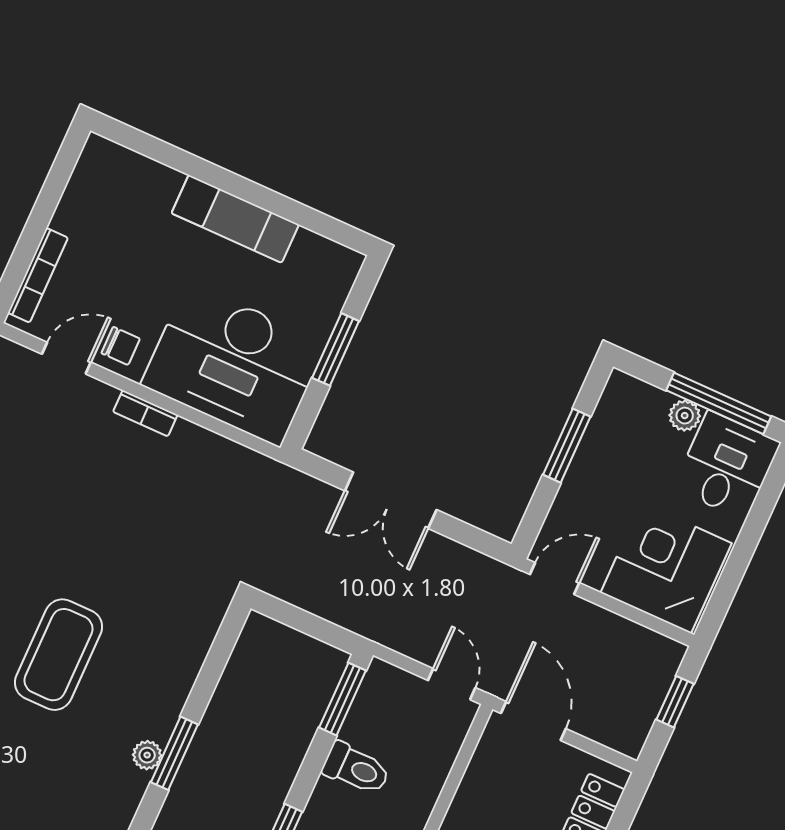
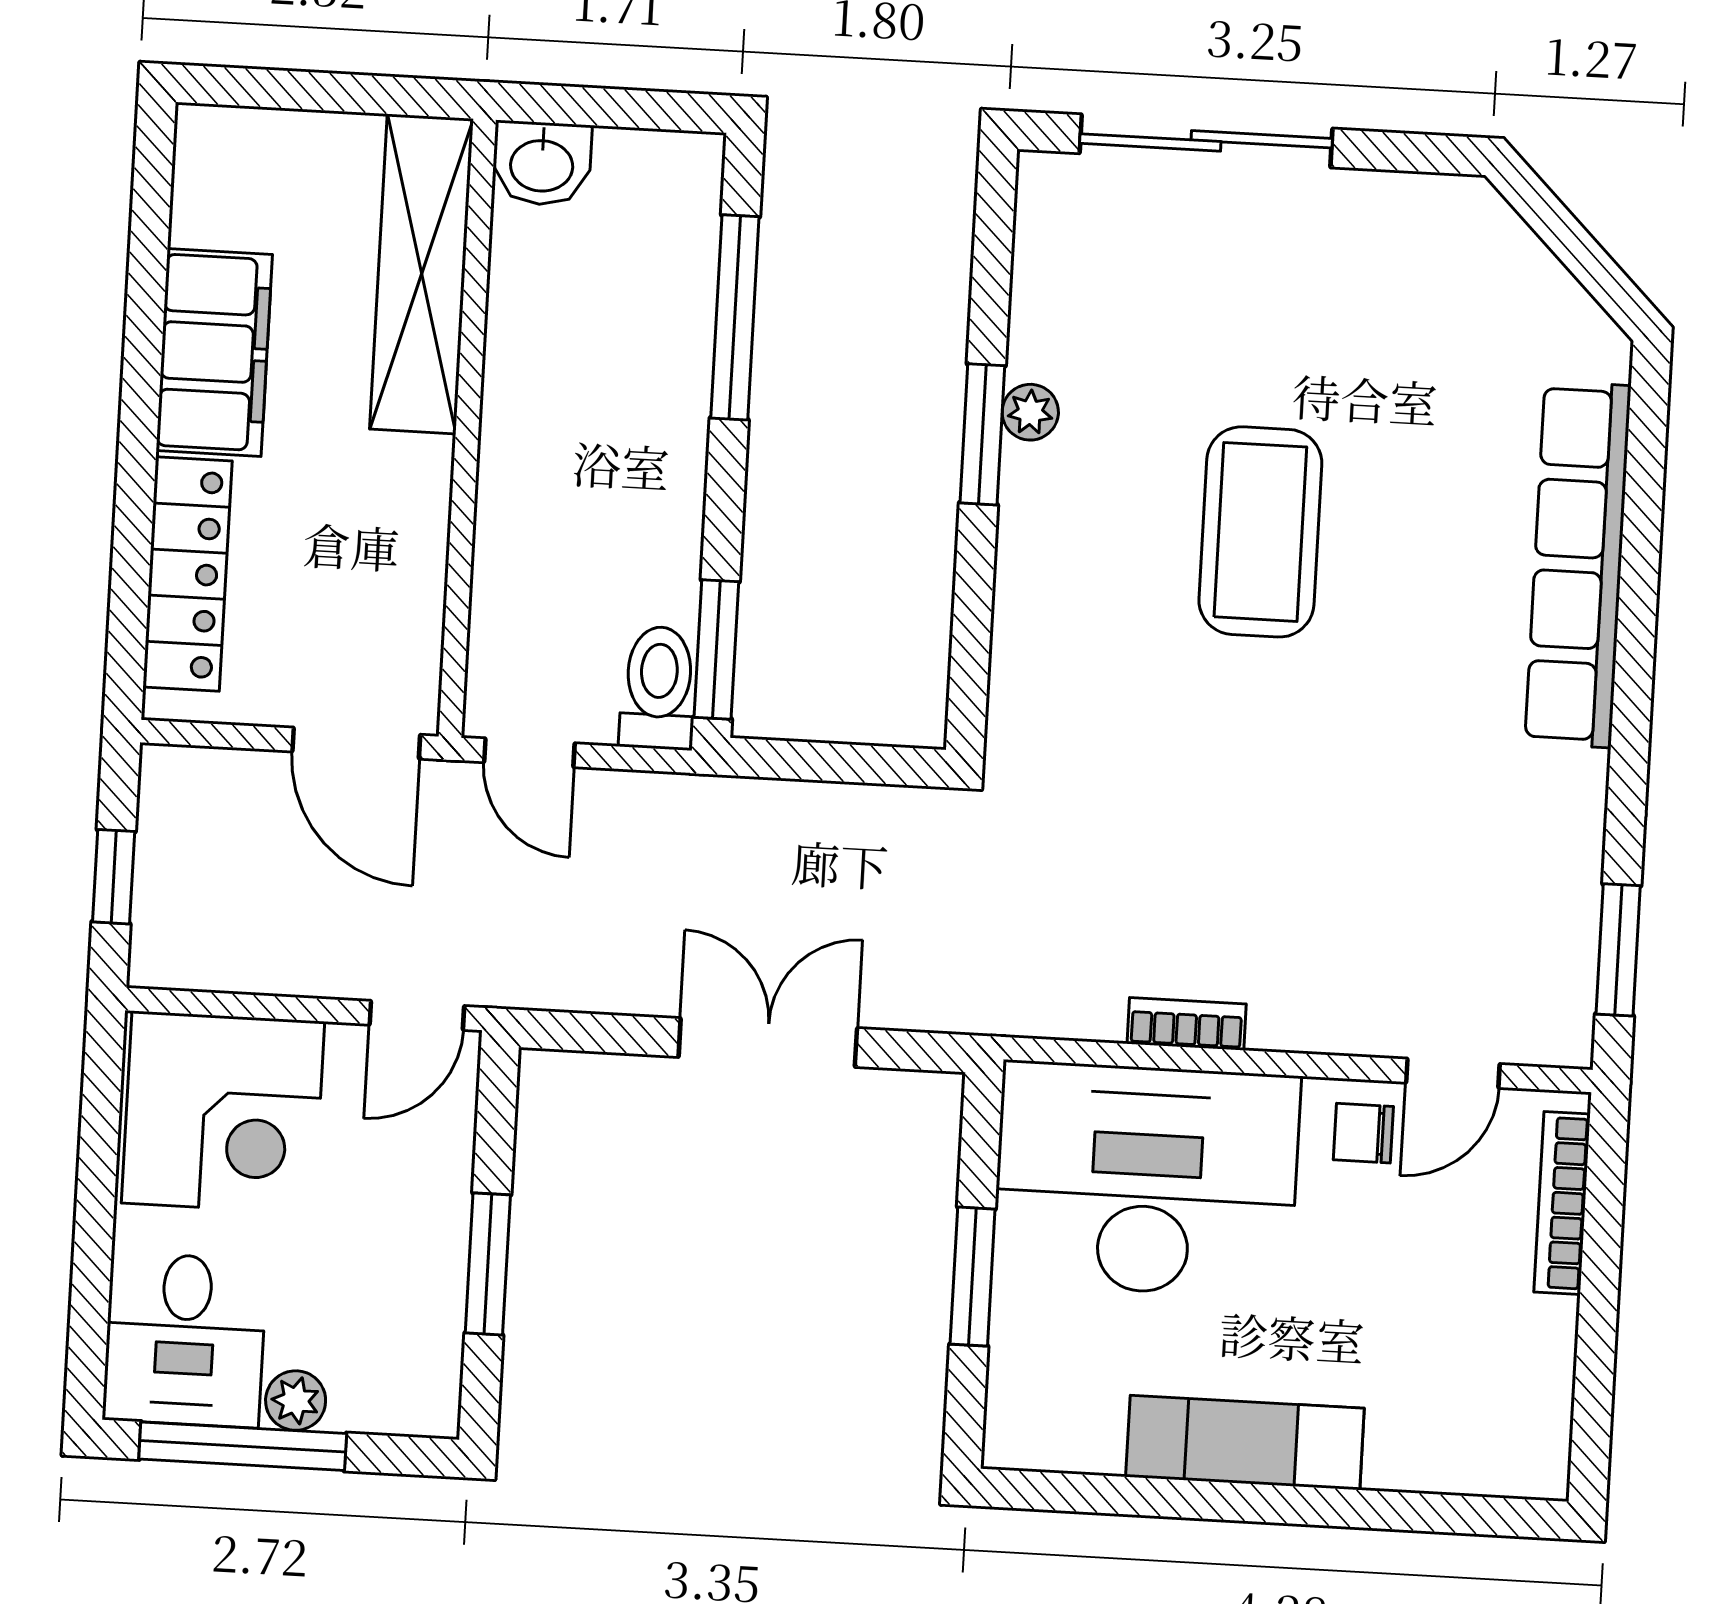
bookcase: (145, 413) -> (1187, 1024), moved
toilet: (356, 769) -> (658, 688), moved, turned 90

